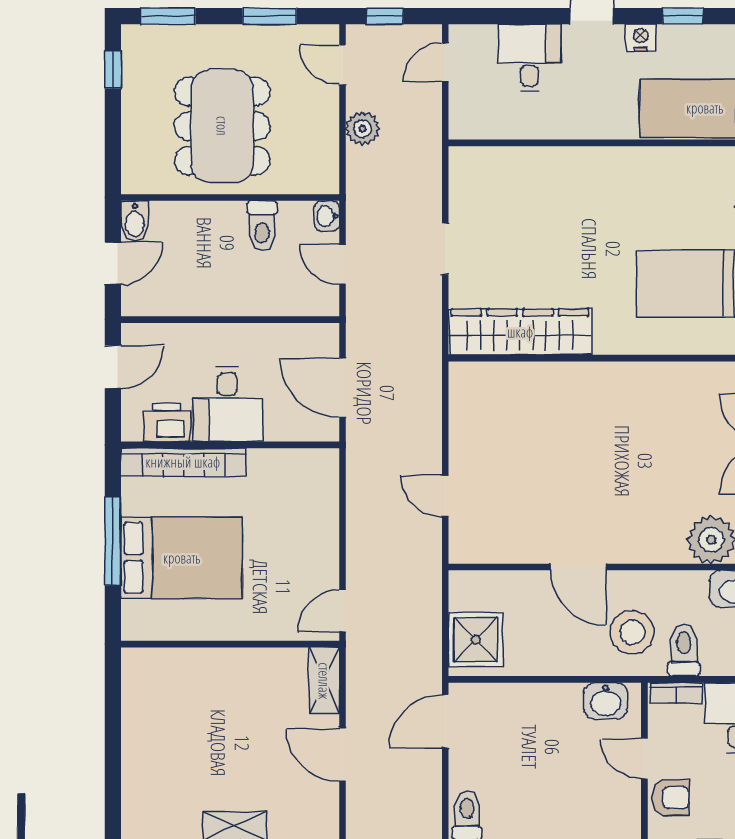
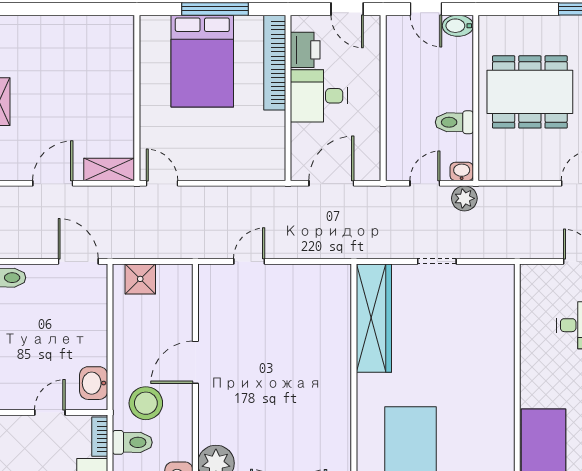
plant: (362, 129) -> (464, 198), moved
shower: (476, 640) -> (140, 279), width x0.73, depth x0.73
armchair: (671, 798) -> (20, 432), removed

